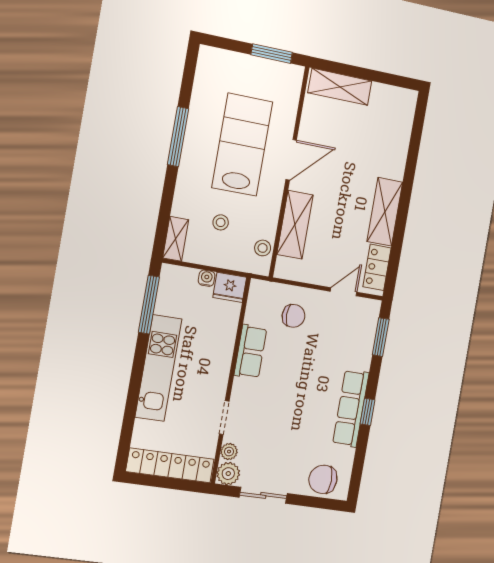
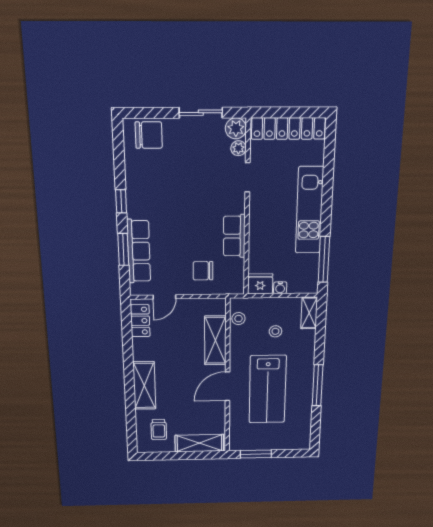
trolley: (385, 118) -> (159, 430), added
shelving: (385, 212) -> (144, 386), moved
window: (381, 337) -> (123, 249), moved
row of seats: (351, 408) -> (139, 251), moved

